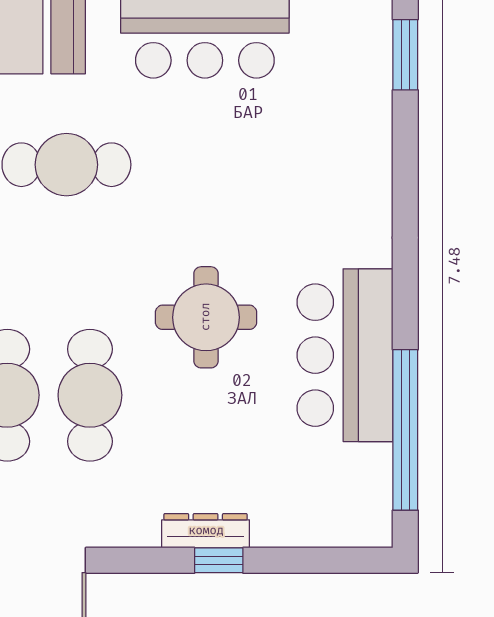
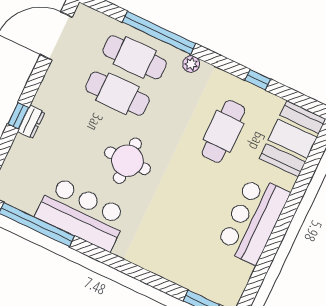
dresser: (206, 531) -> (31, 122), width x0.70

